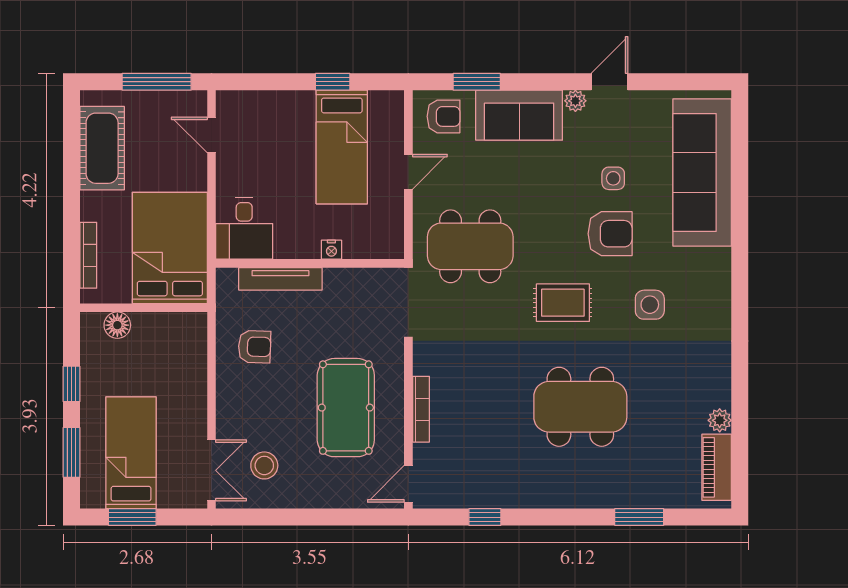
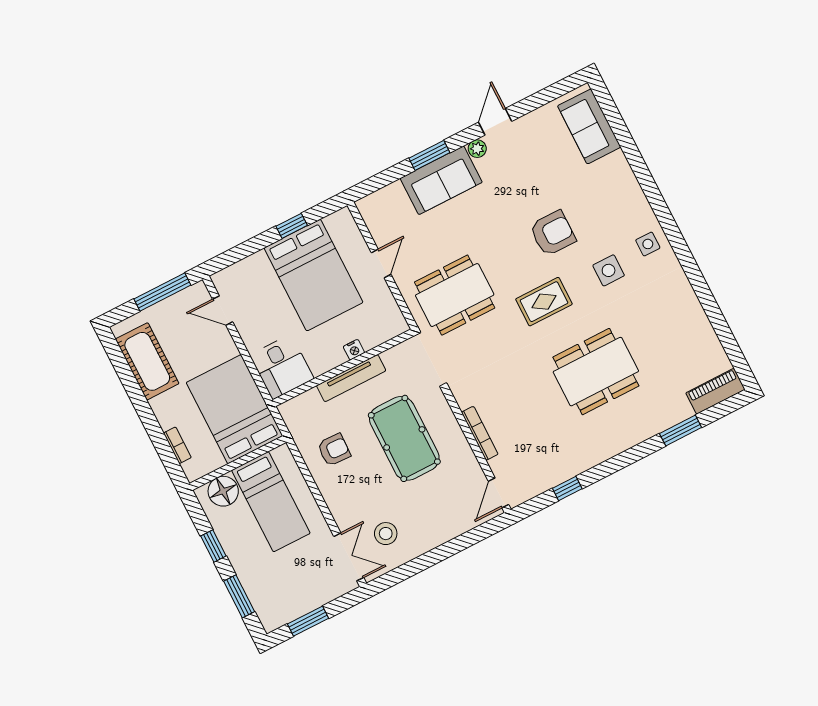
window: (477, 82) -> (429, 155), moved
armchair: (444, 116) -> (386, 210), removed
bed: (342, 147) -> (314, 275), width x1.50
sofa: (702, 173) -> (589, 126), width x0.54, depth x0.79
side table: (613, 178) -> (648, 244), moved
bookcase: (88, 255) -> (177, 445), width x0.64
tv unit: (280, 279) -> (351, 378), moved
floor lamp: (117, 325) -> (223, 491), width x1.38, depth x1.38
pool table: (346, 408) -> (404, 438), moved
plant: (720, 420) -> (703, 329), removed
bed: (131, 453) -> (271, 502), moved, turned 180
piano: (717, 467) -> (715, 391), moved, turned 90

